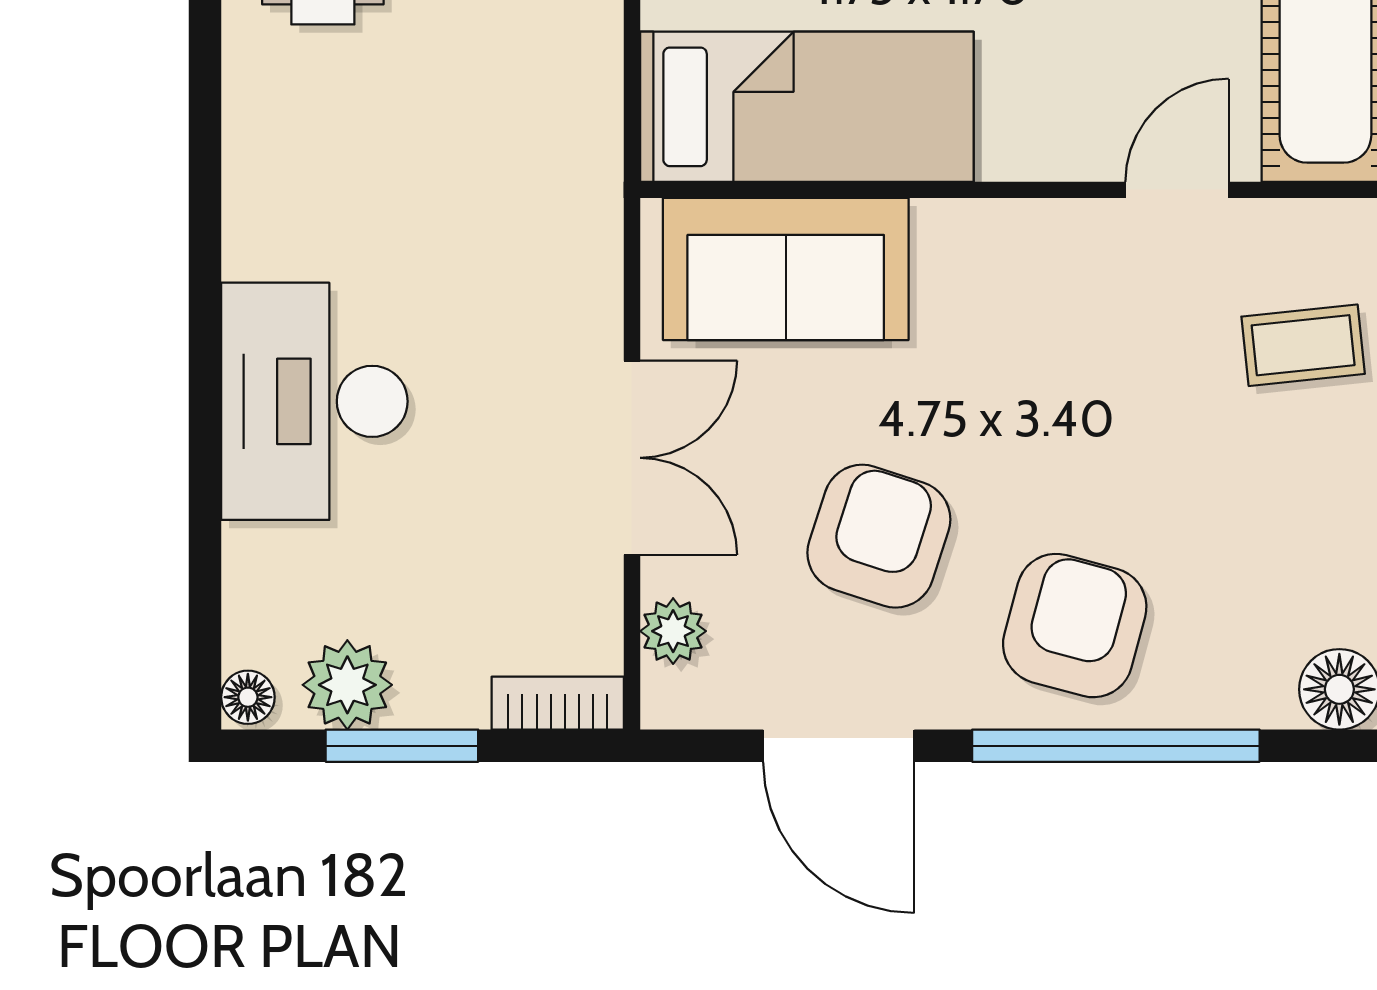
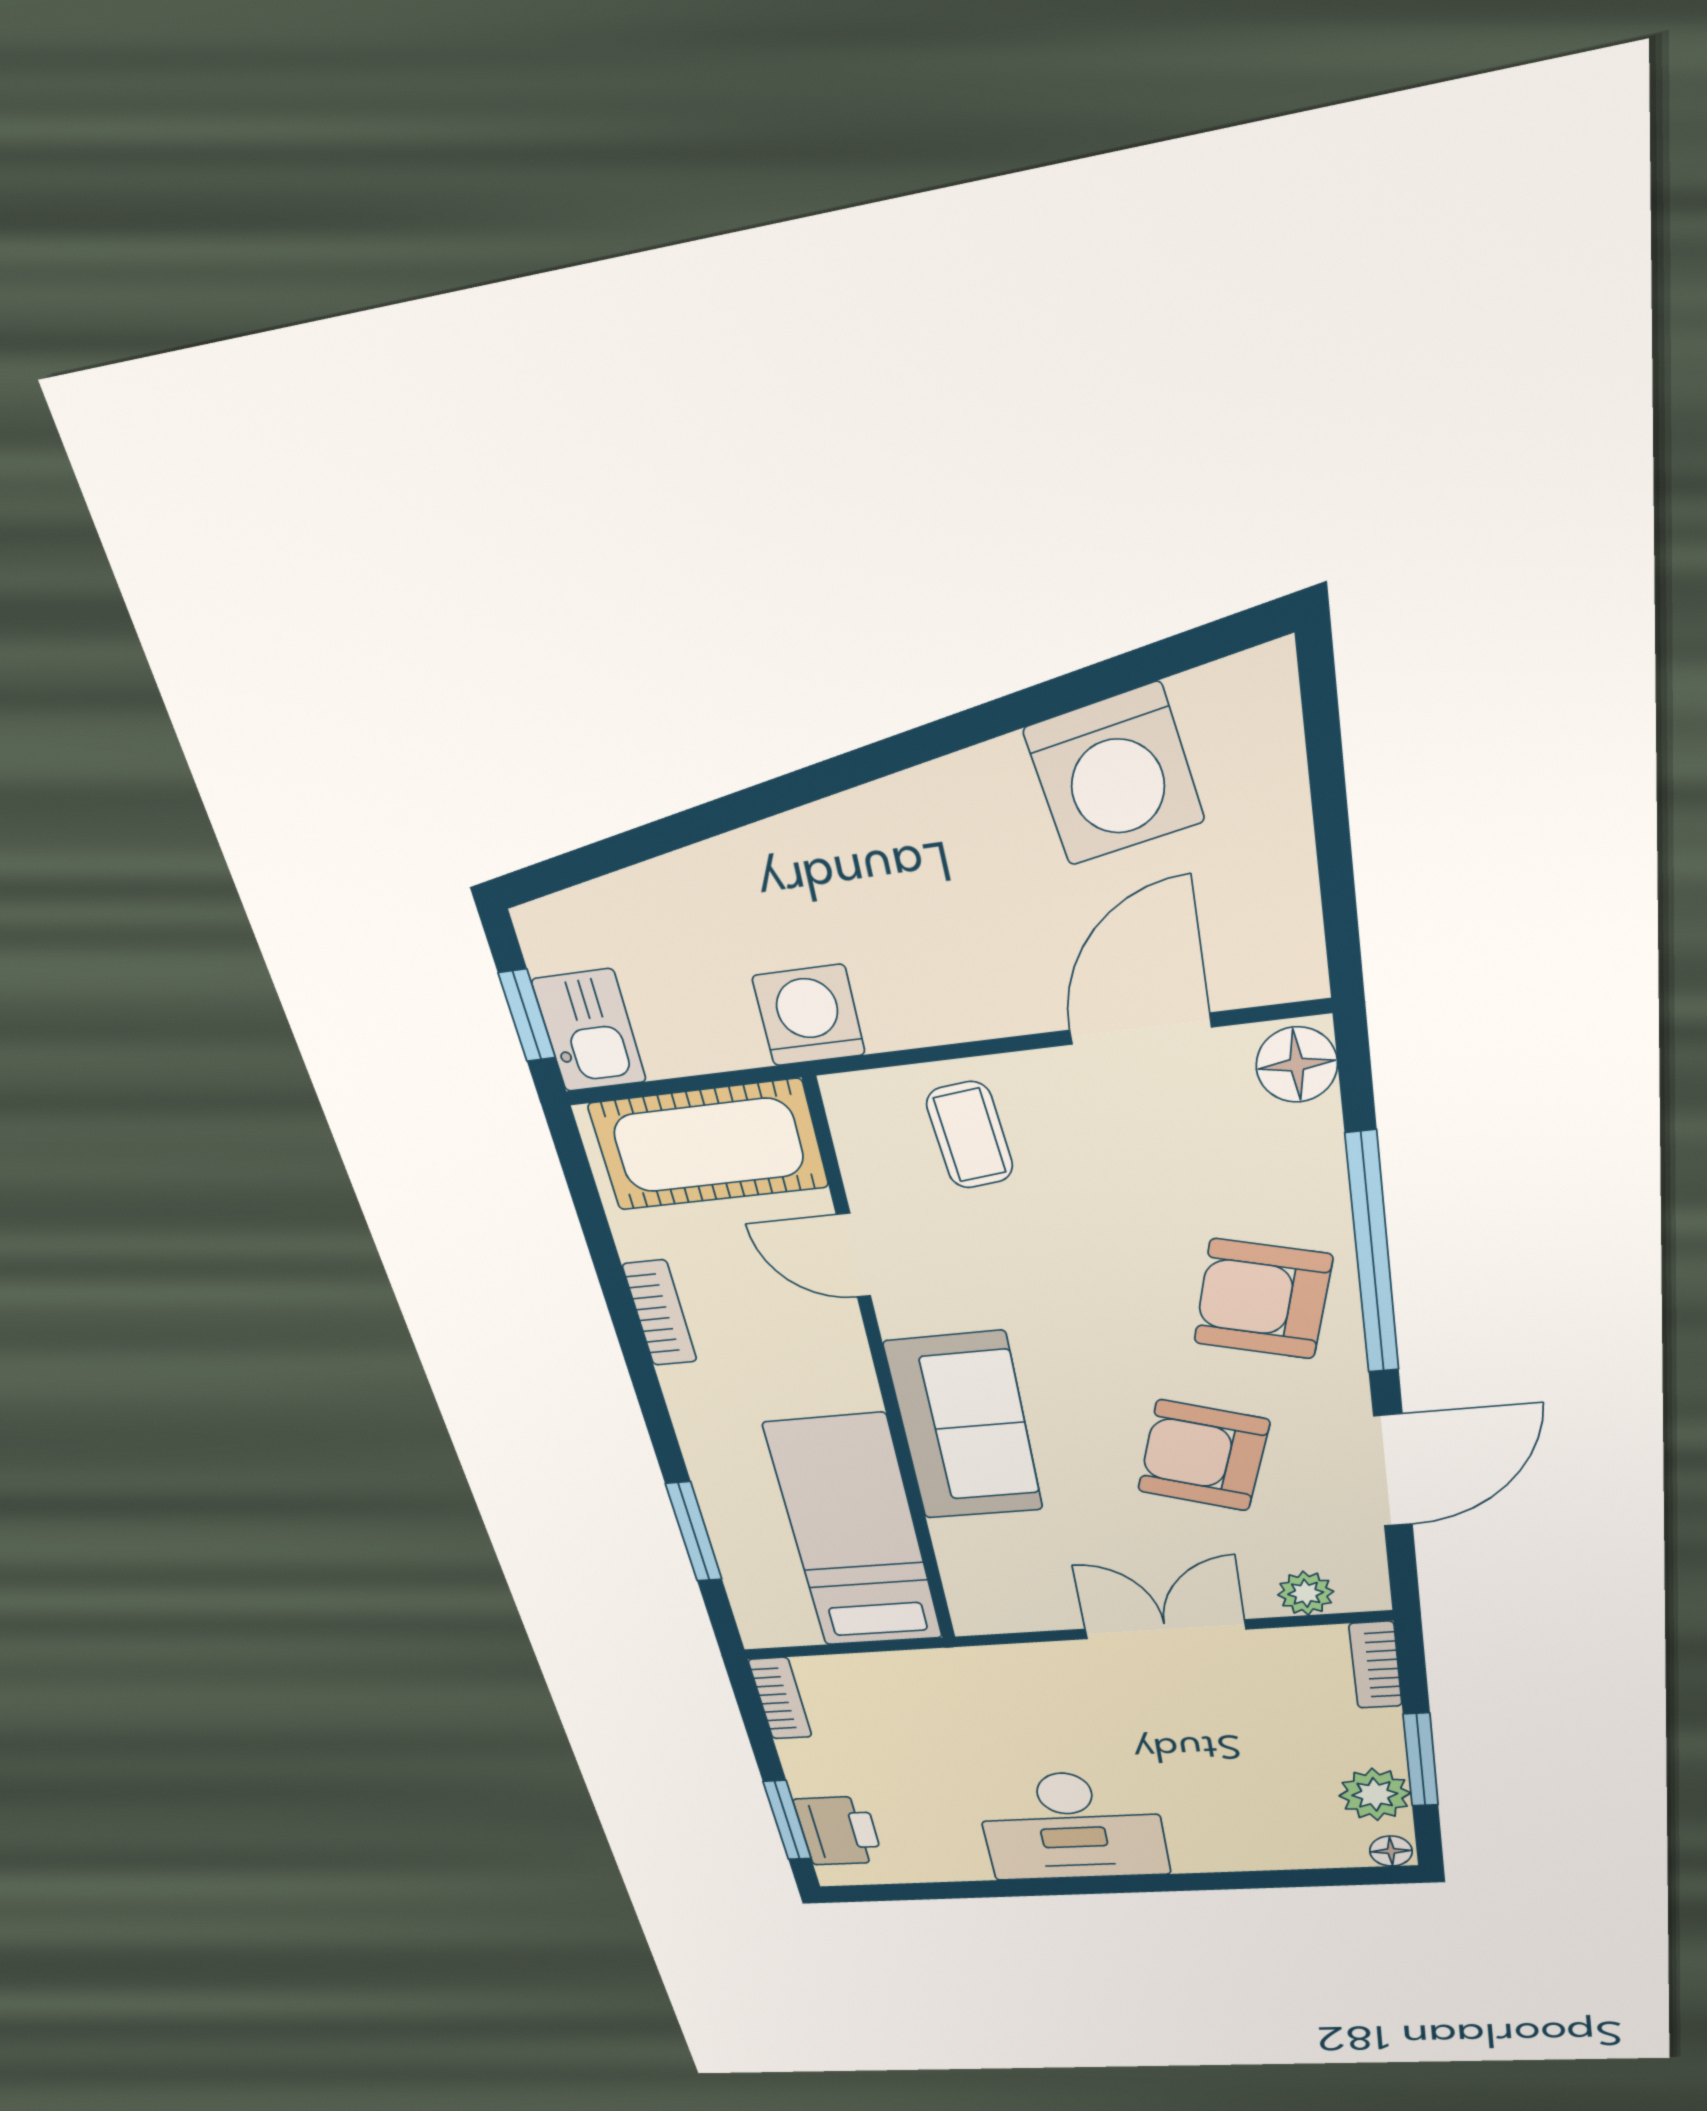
sofa: (786, 269) -> (964, 1427), moved
desk: (314, 401) -> (1072, 1826), moved

